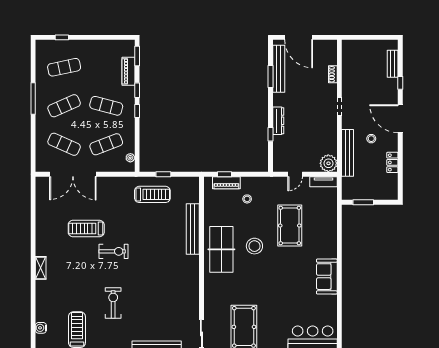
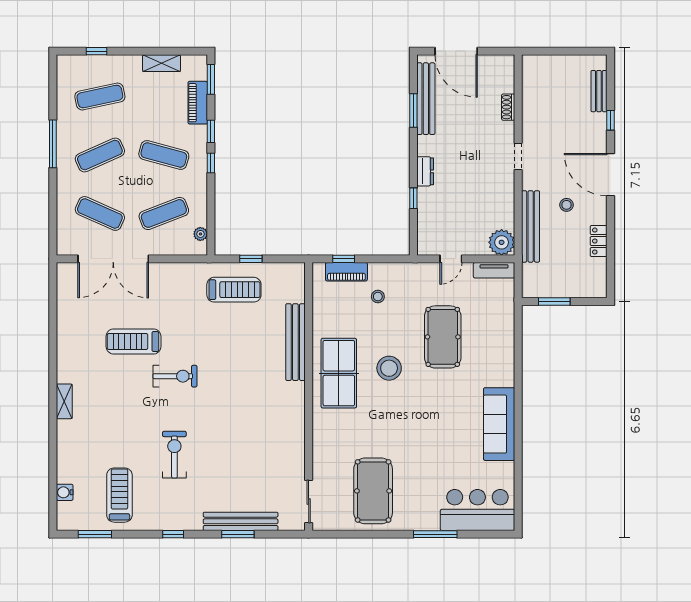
shelving: (105, 45) -> (161, 63), added
dresser: (278, 121) -> (425, 171), width x0.70
sofa: (327, 277) -> (499, 424), width x1.36

